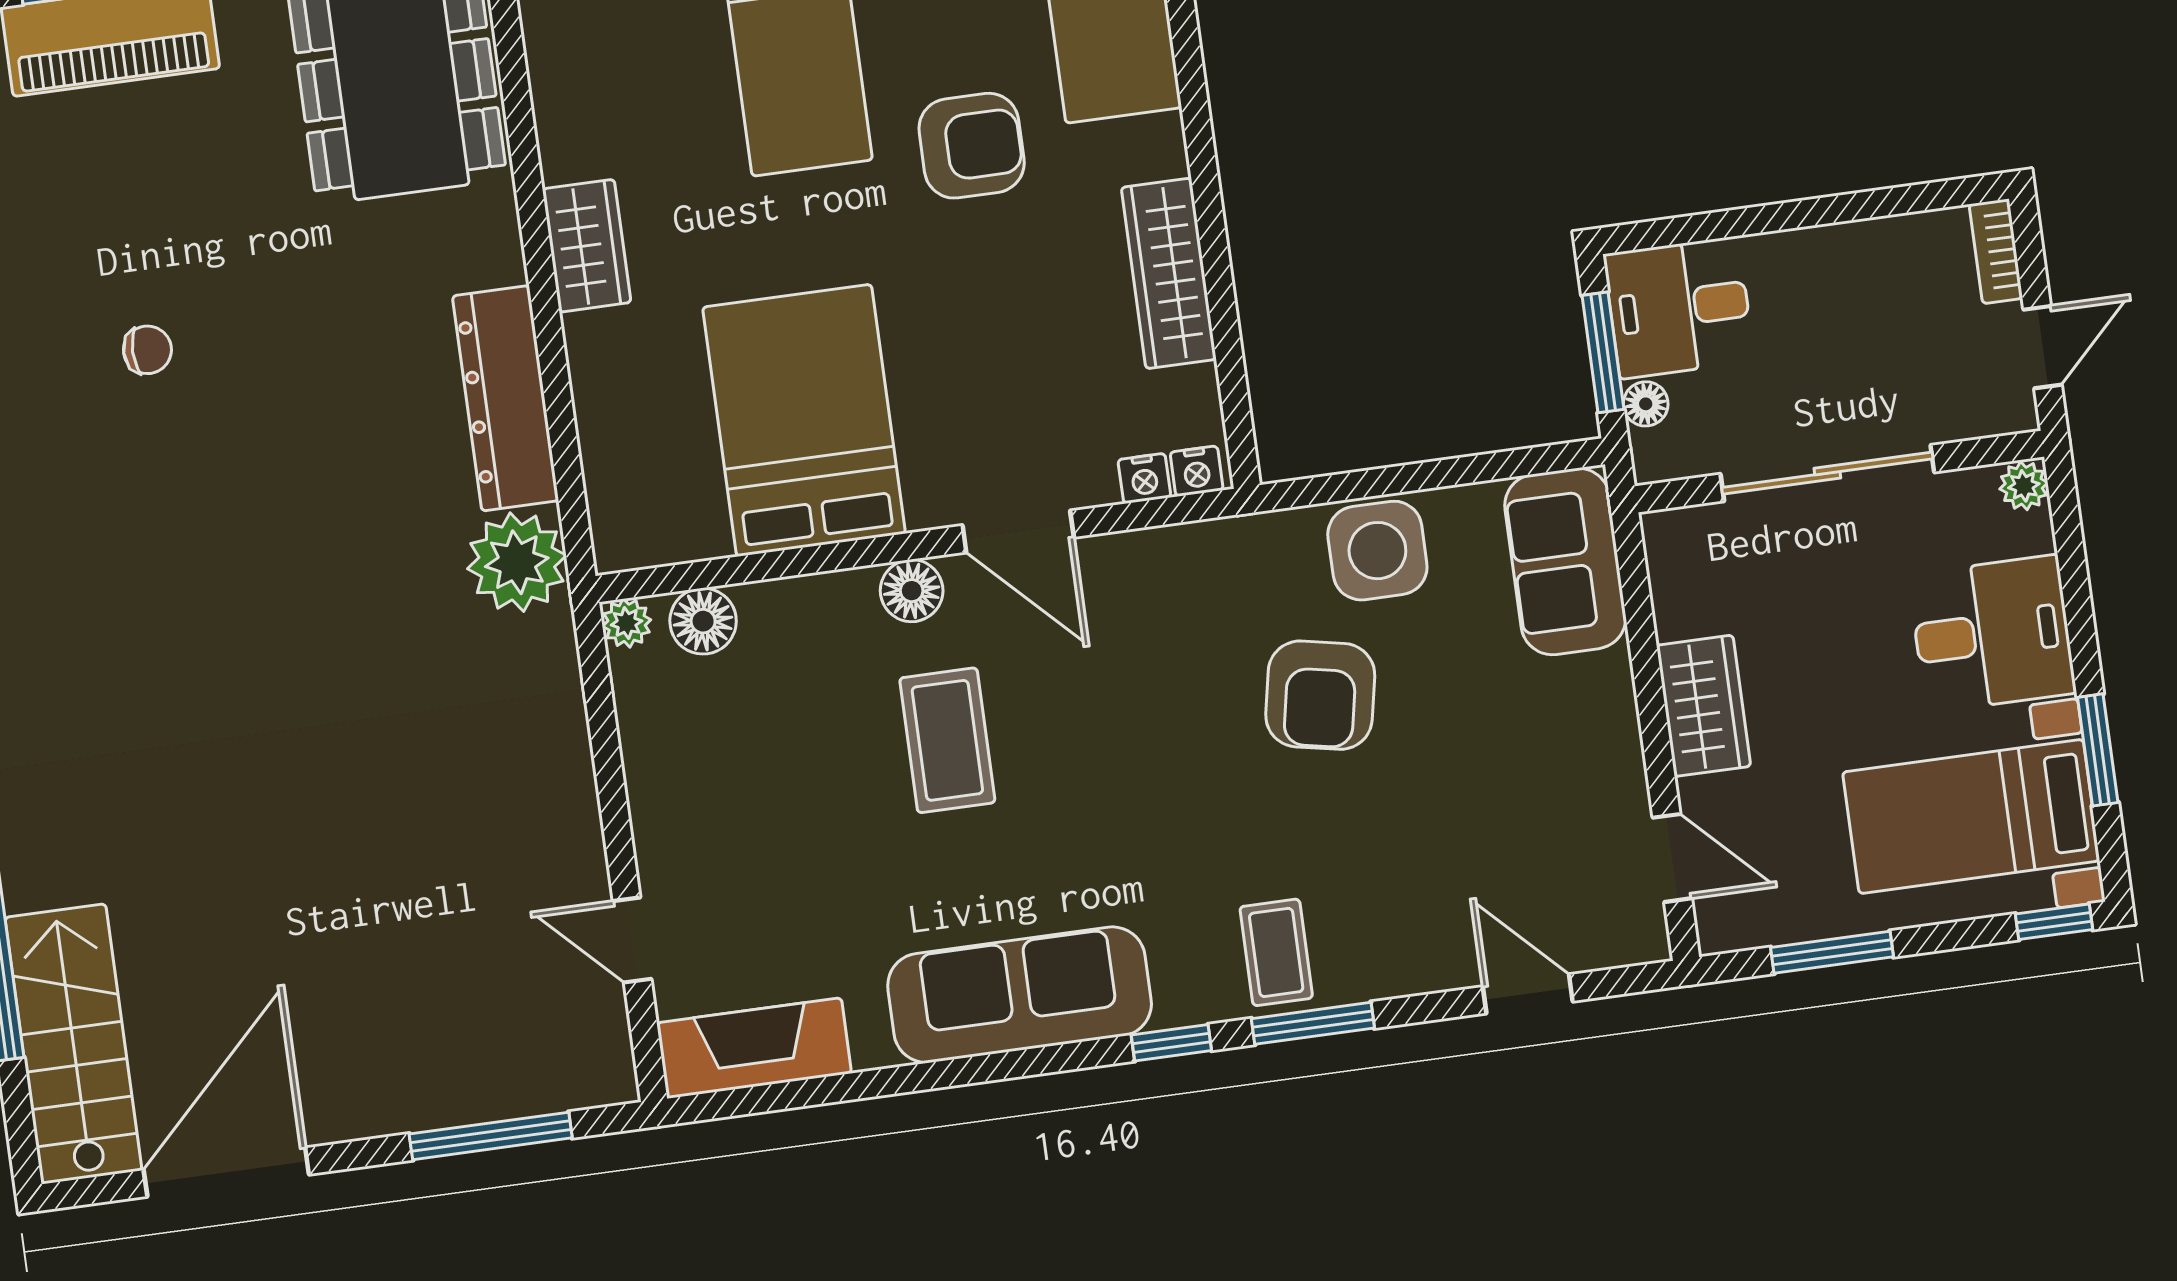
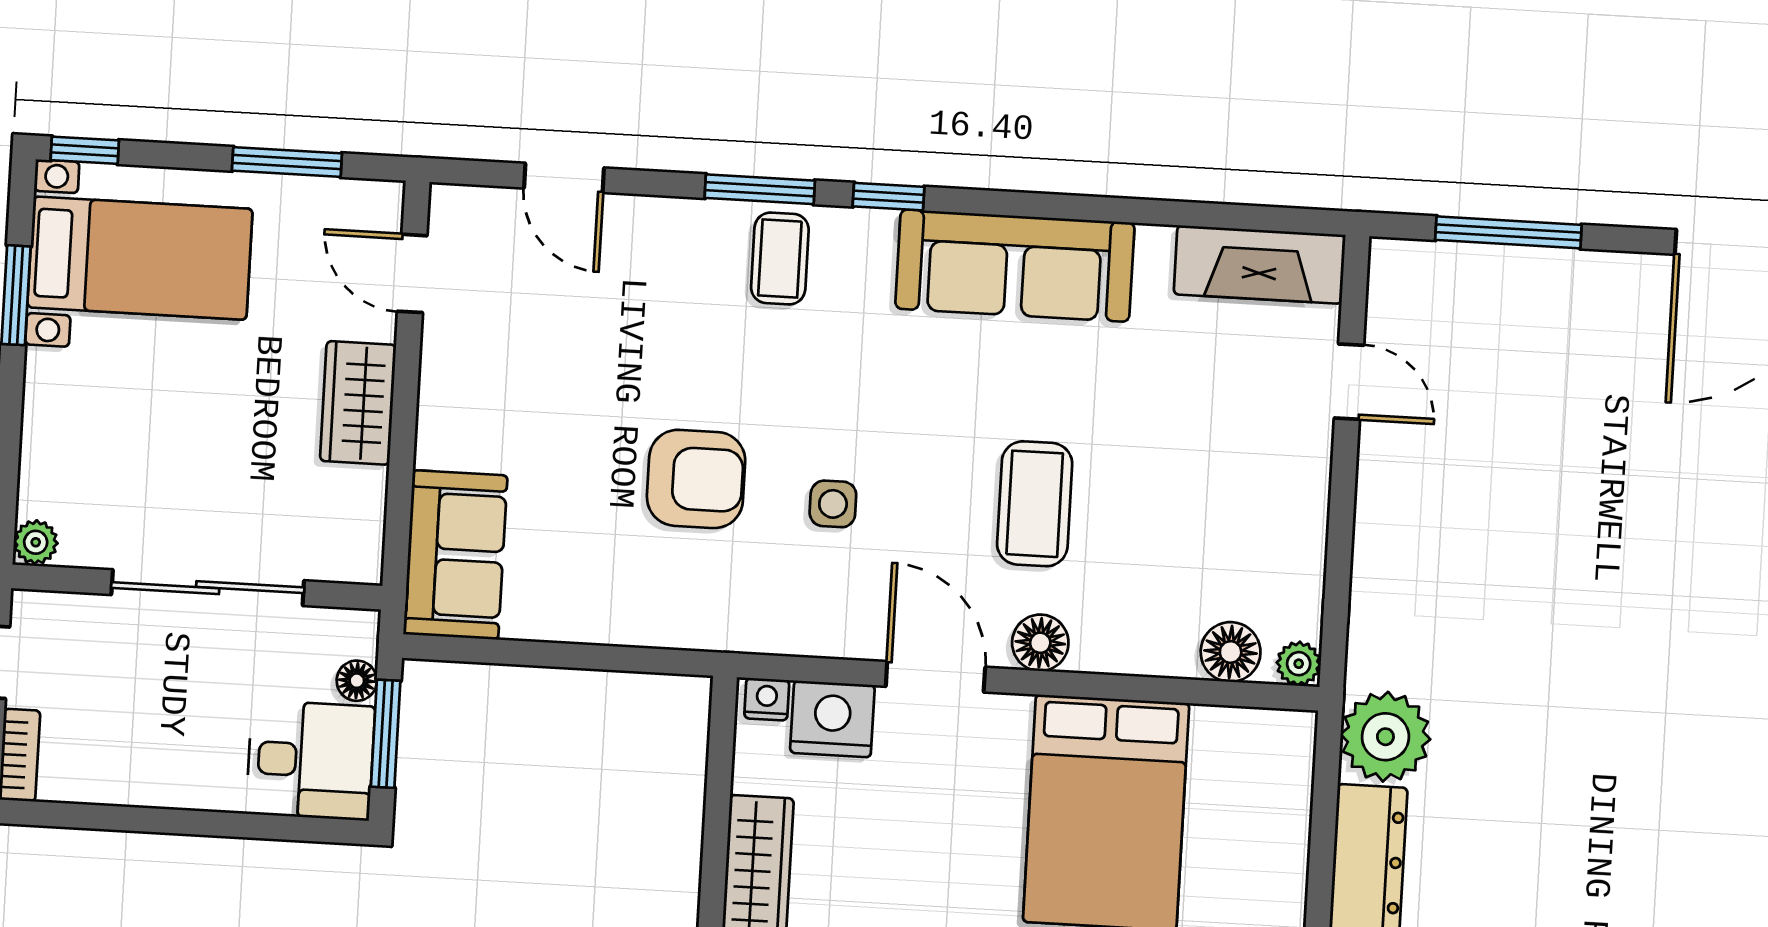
nightstand: (1144, 478) -> (832, 719), width x1.89, depth x1.79
side table: (1377, 551) -> (833, 504), moved, width x0.54, depth x0.54
desk: (1992, 634) -> (90, 416), removed
armchair: (1320, 695) -> (696, 479), turned 79

